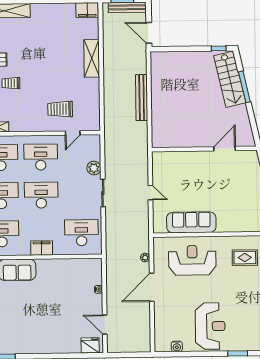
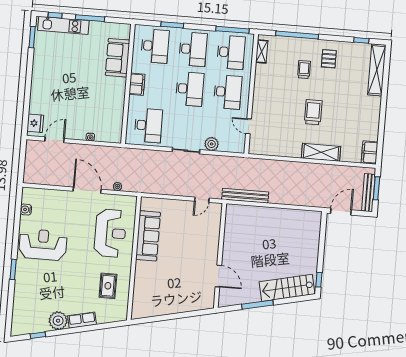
window: (244, 87) -> (257, 305), moved
bench: (142, 98) -> (245, 196), moved
trolley: (60, 109) -> (313, 112), moved
door: (150, 193) -> (202, 200), moved
reception desk: (210, 326) -> (43, 245), turned 180

